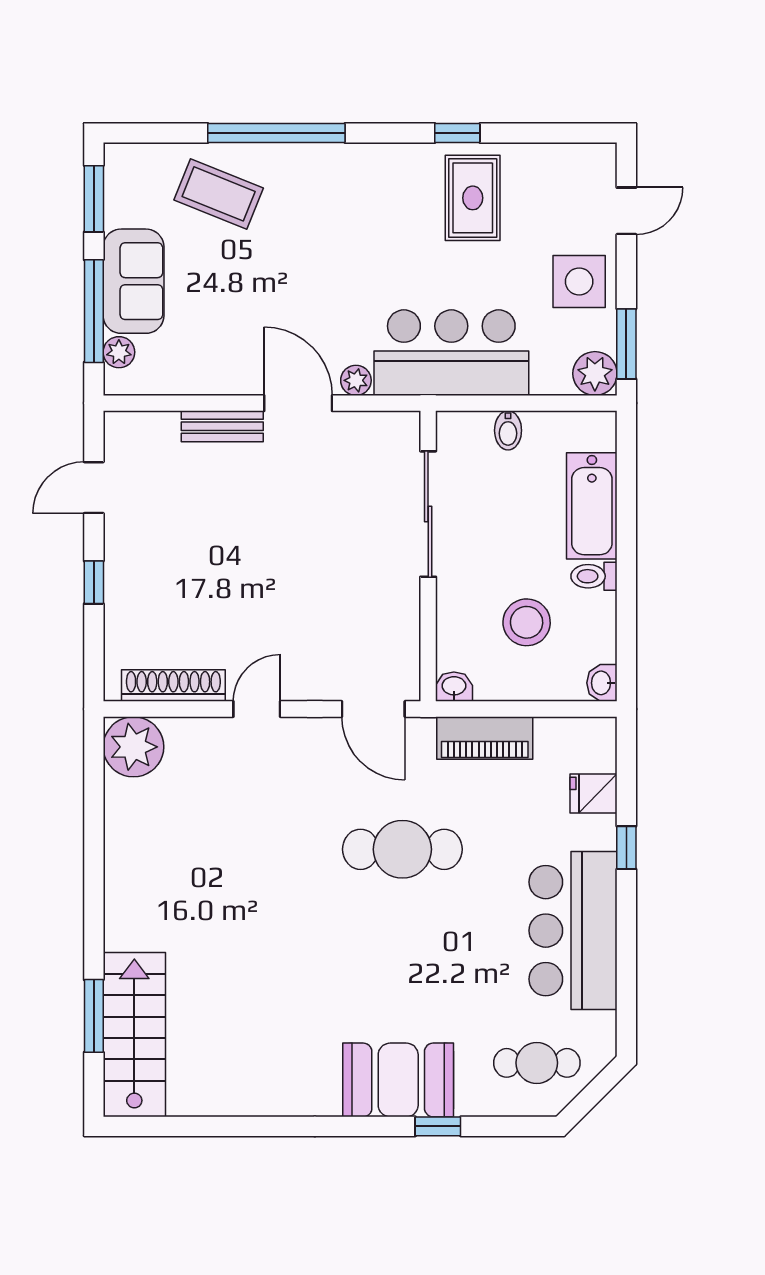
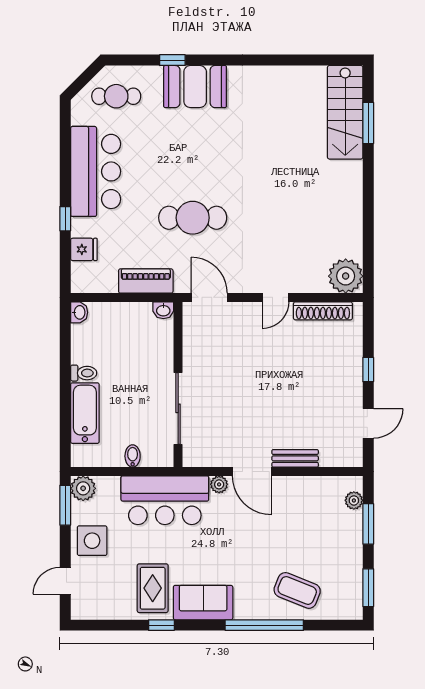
sofa: (134, 281) -> (203, 603), moved, turned 90
window: (94, 311) -> (368, 524), width x0.69
stool: (527, 622) -> (122, 347), removed

